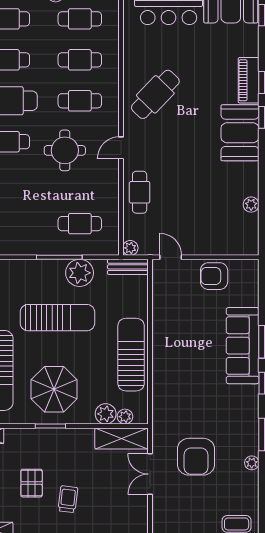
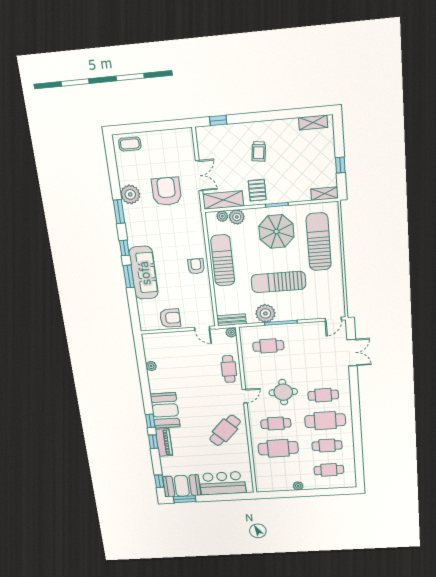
cafe table: (80, 19) -> (281, 473), removed
cafe table: (80, 60) -> (278, 448), width x1.37, depth x1.35
armchair: (169, 349) -> (196, 266), added
sun lounger: (131, 355) -> (223, 260), turned 180
plant: (252, 463) -> (130, 194), width x1.88, depth x1.88
pallet: (32, 483) -> (257, 190), moved

